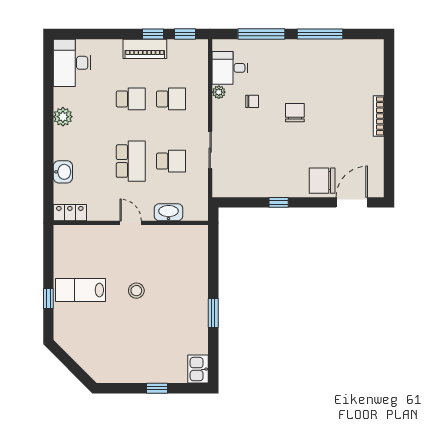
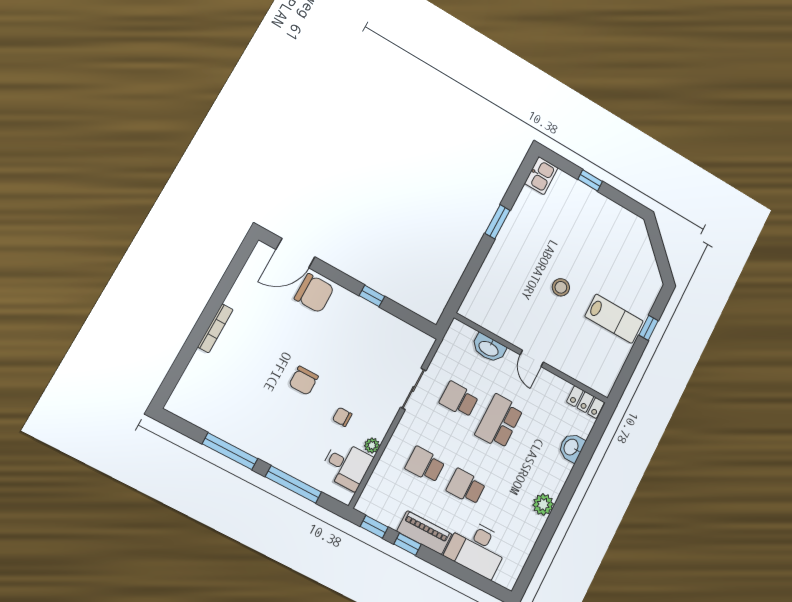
desk: (72, 63) -> (477, 548), moved, turned 90

